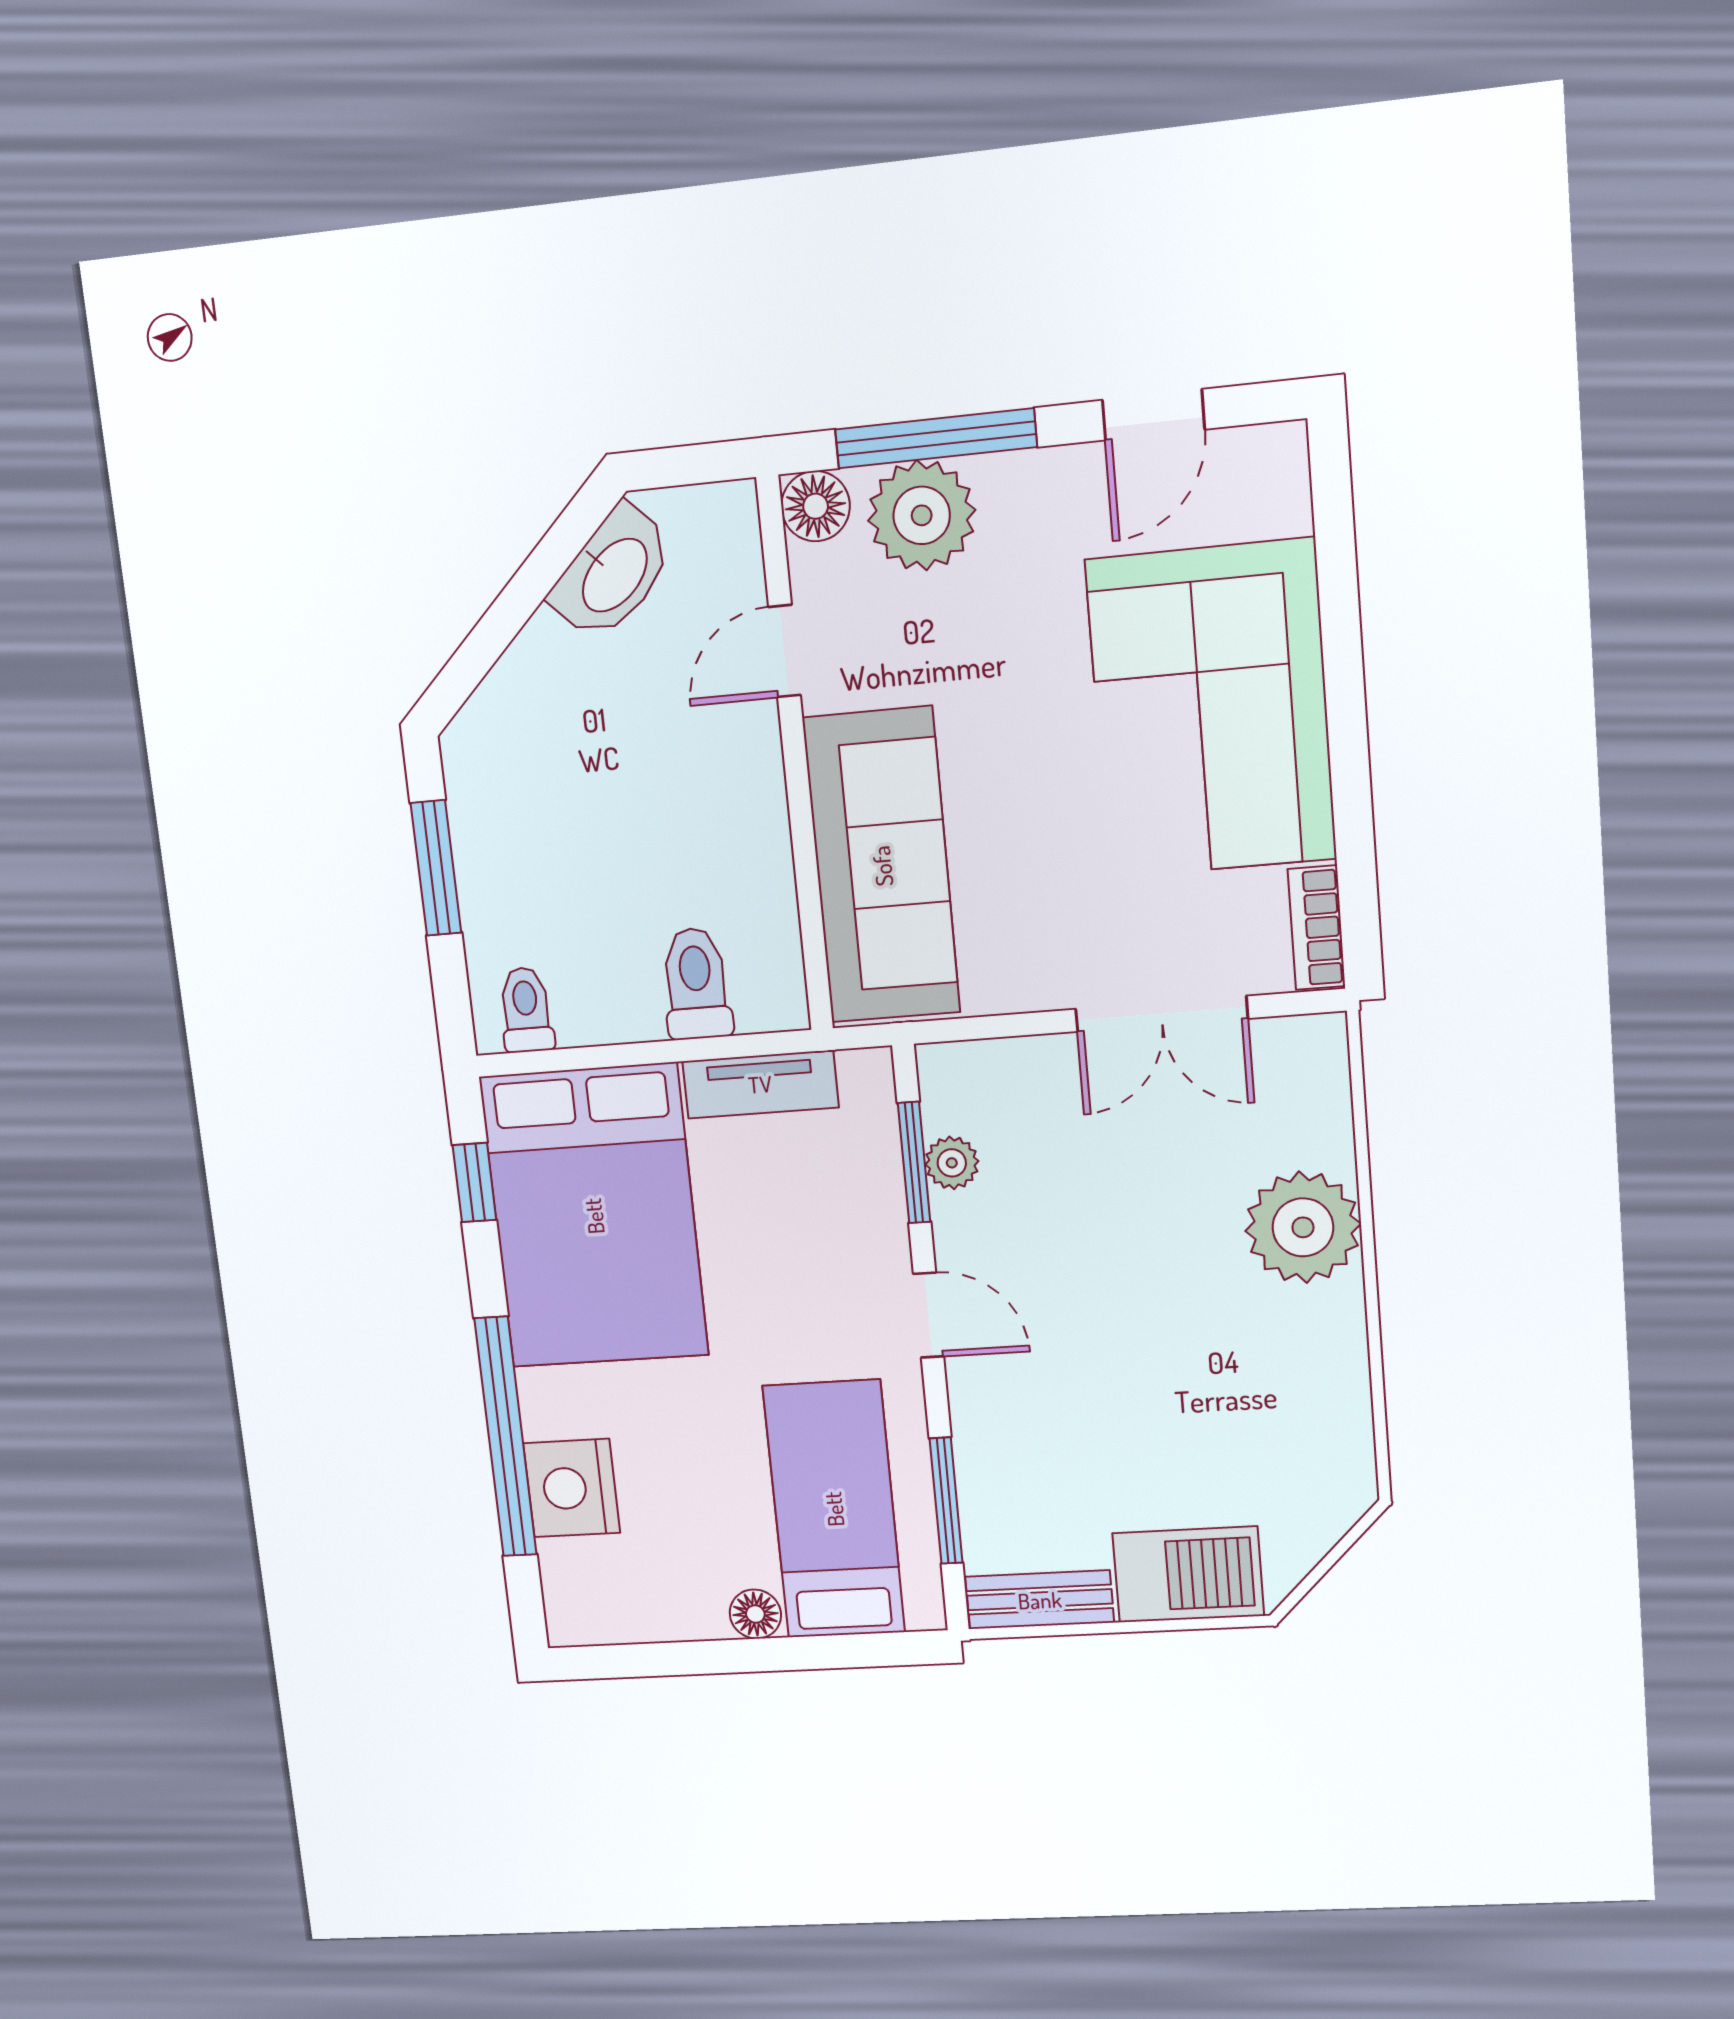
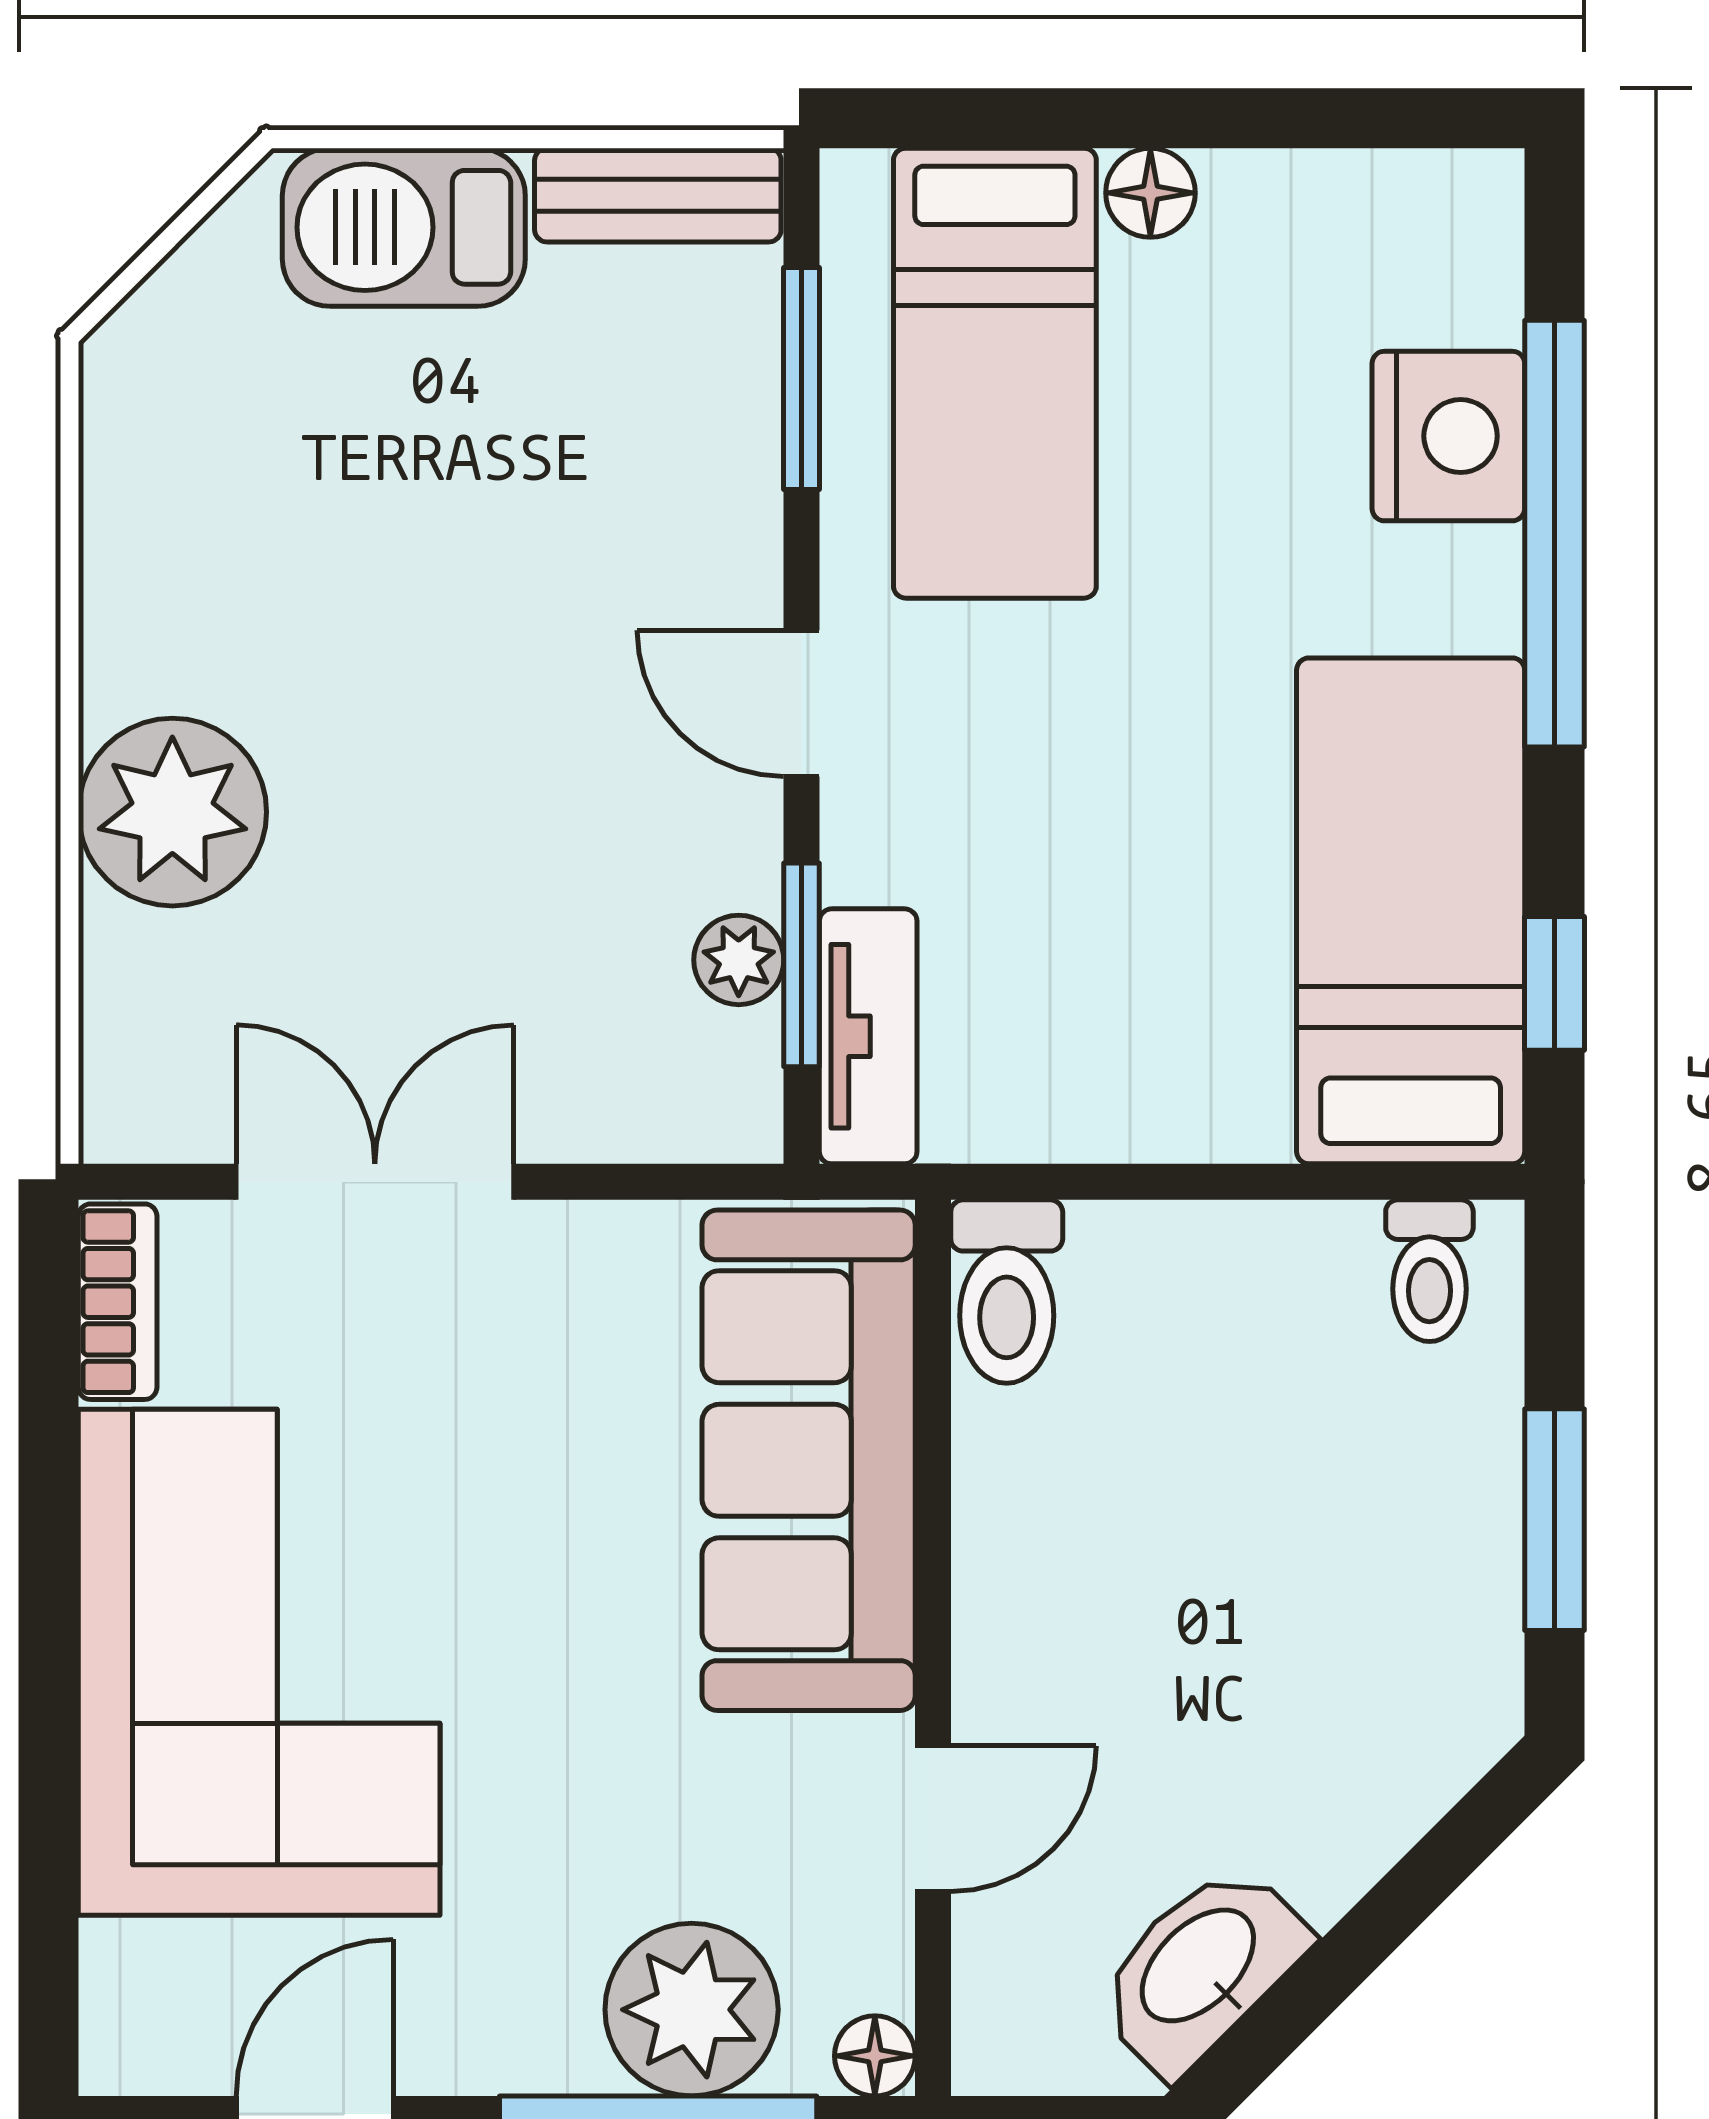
floor lamp: (816, 506) -> (875, 2056), width x0.73, depth x0.73
toilet: (696, 984) -> (1007, 1292), moved
tv unit: (760, 1084) -> (868, 1036), moved, turned 90
bed: (594, 1216) -> (1411, 911), width x0.67

